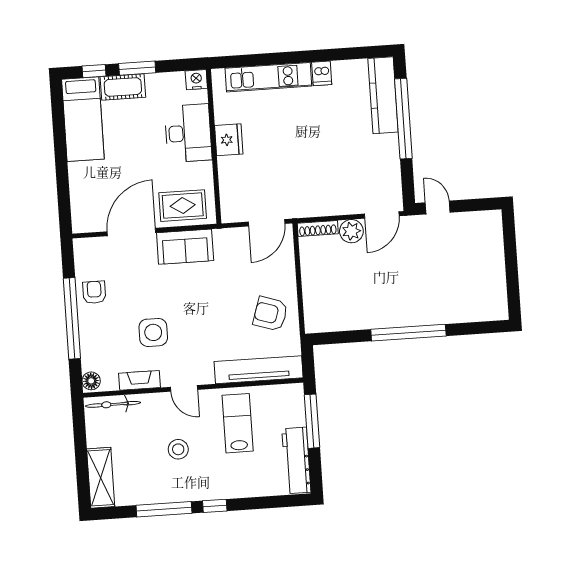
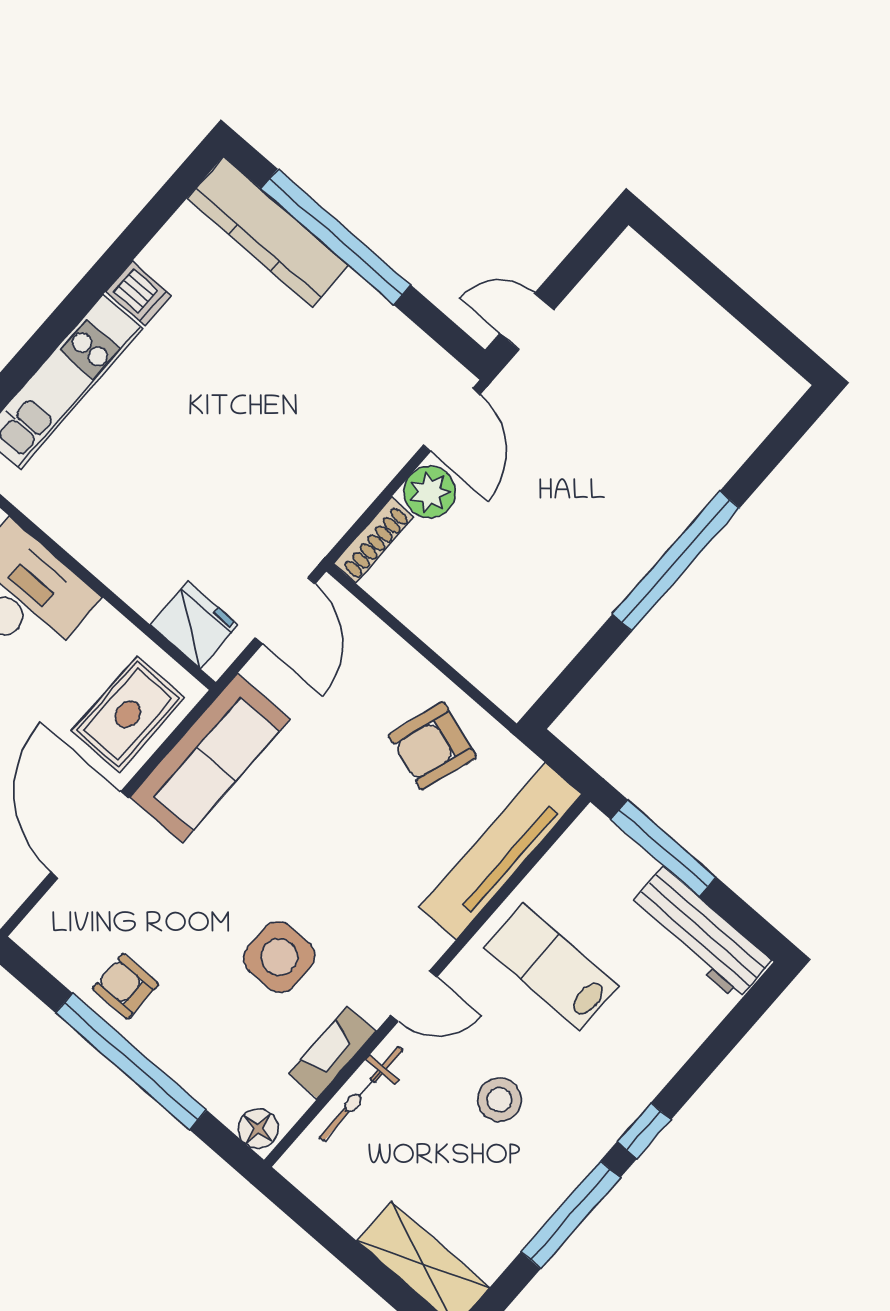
fridge: (229, 140) -> (194, 625), moved
sofa: (185, 247) -> (210, 758), width x1.36
bicycle: (113, 404) -> (361, 1094), moved

